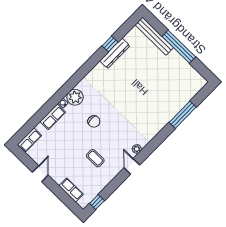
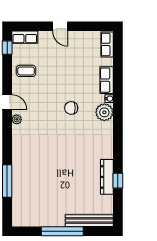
coffee table: (95, 158) -> (26, 71), moved
door: (40, 174) -> (60, 26), moved
row of seats: (71, 190) -> (25, 37), moved

